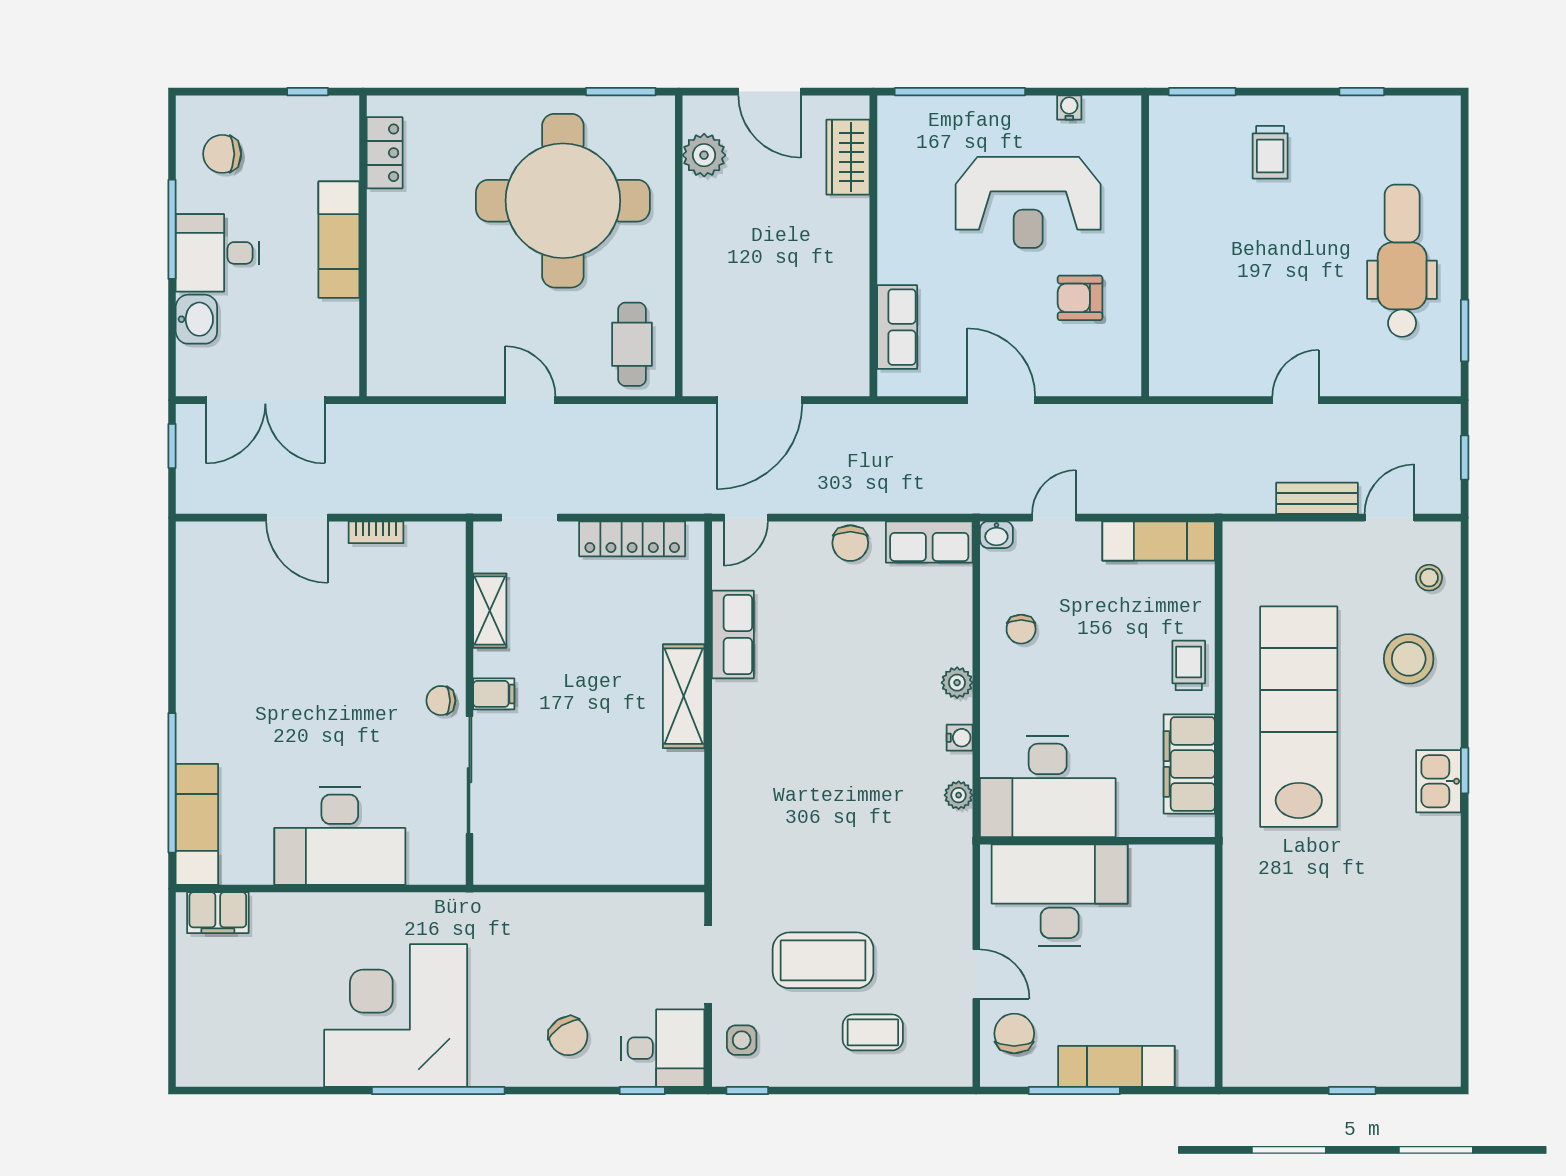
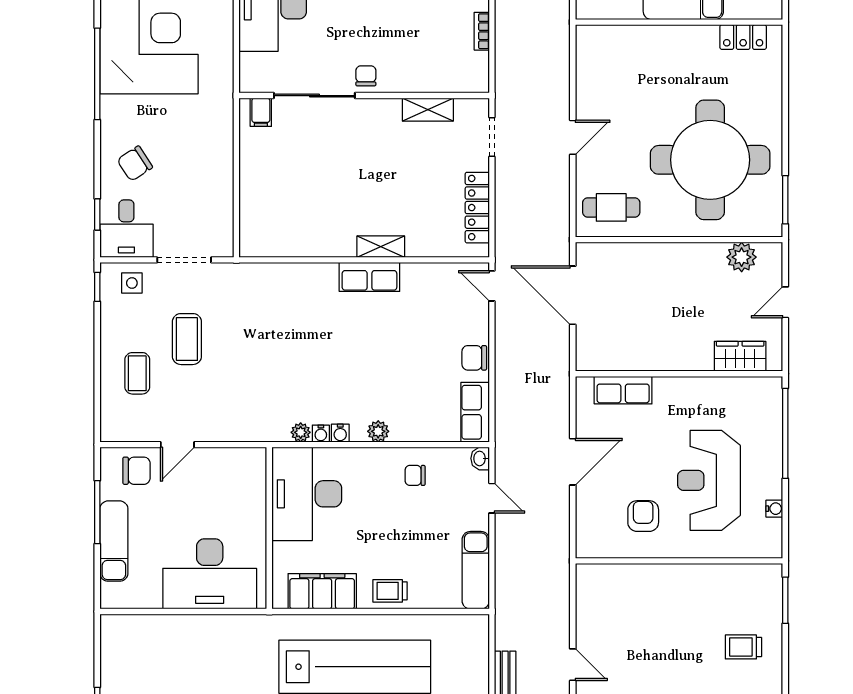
door: (770, 92) -> (785, 302), width x0.73
row of seats: (733, 634) -> (369, 277), moved
trolley: (1189, 665) -> (390, 591), turned 180
filing cabinet: (494, 694) -> (261, 112), moved
shelving: (684, 696) -> (381, 247), width x0.67, depth x0.75
water cooler: (960, 766) -> (321, 434), added
desk: (1060, 895) -> (210, 574), moved, turned 90
coffee table: (823, 960) -> (187, 339), width x0.73, depth x0.76

